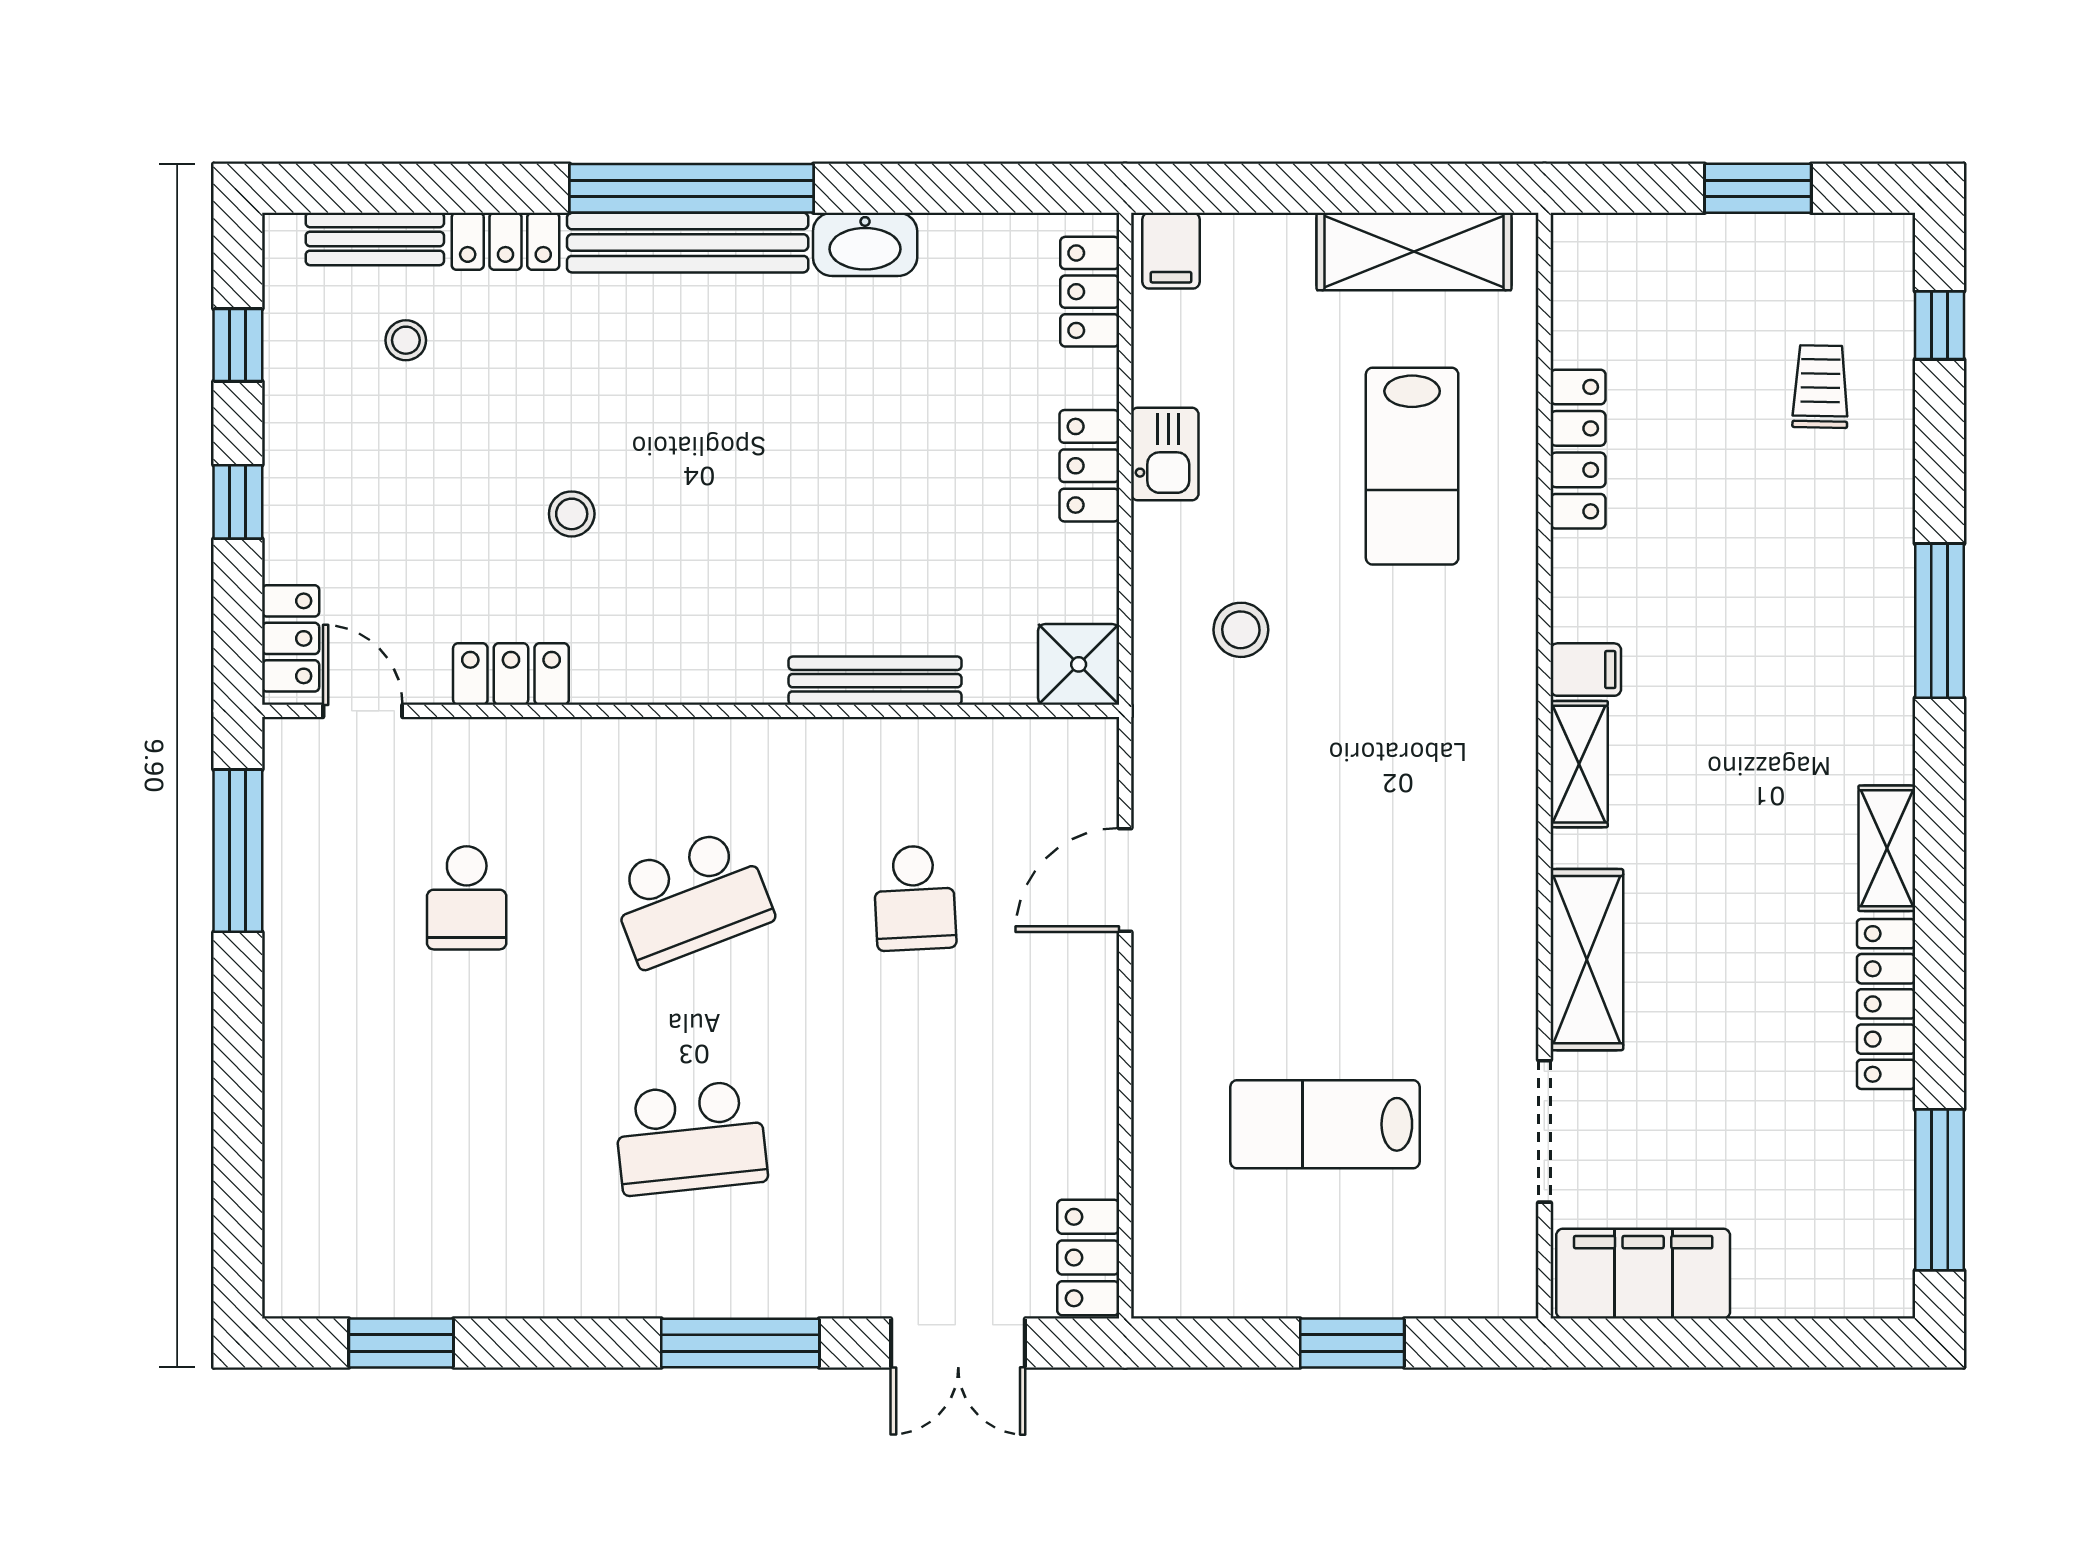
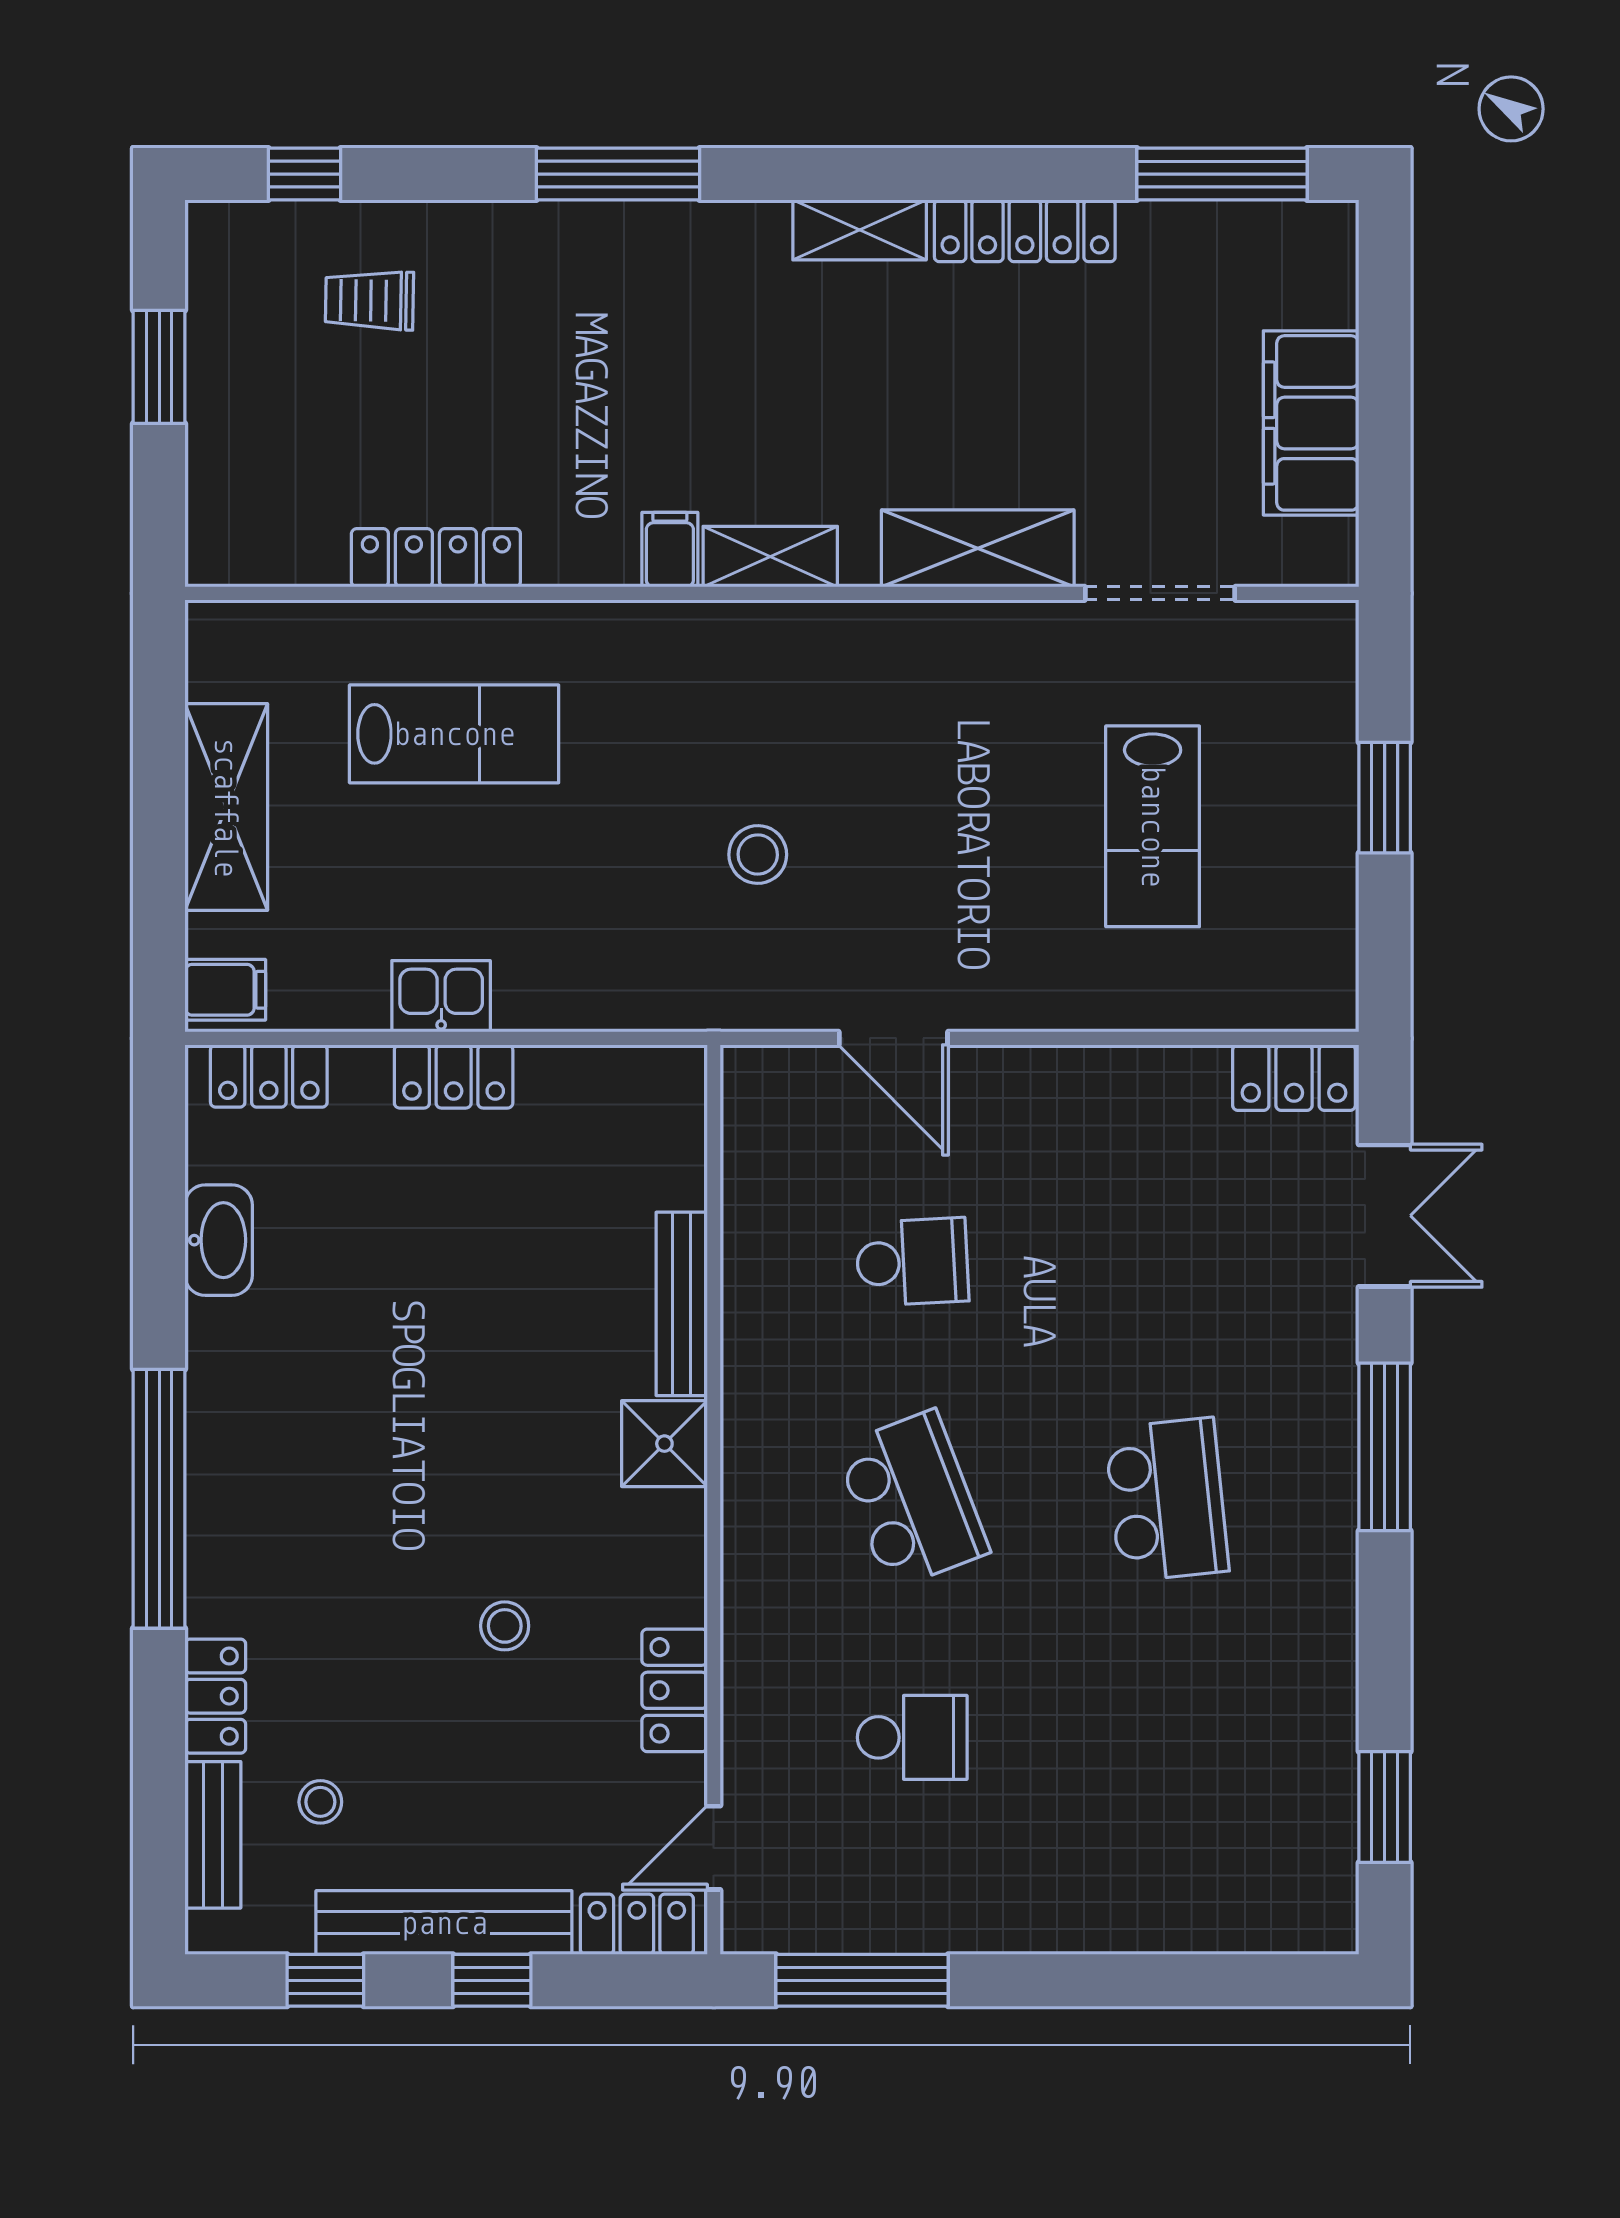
bench: (688, 243) -> (444, 1923), moved, turned 90
washbasin: (865, 244) -> (219, 1240), moved
shelving: (1414, 252) -> (226, 807), moved
stool: (1241, 630) -> (758, 855), moved
shower: (1079, 664) -> (664, 1444), moved
filing cabinet: (1643, 1274) -> (1311, 423), moved

